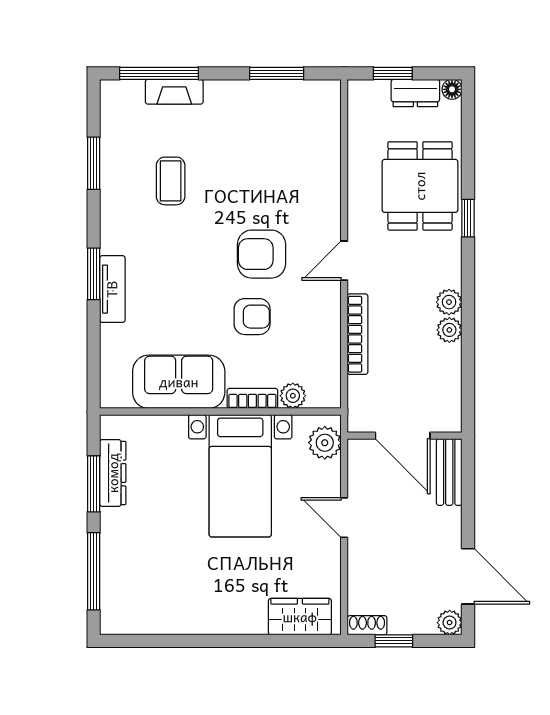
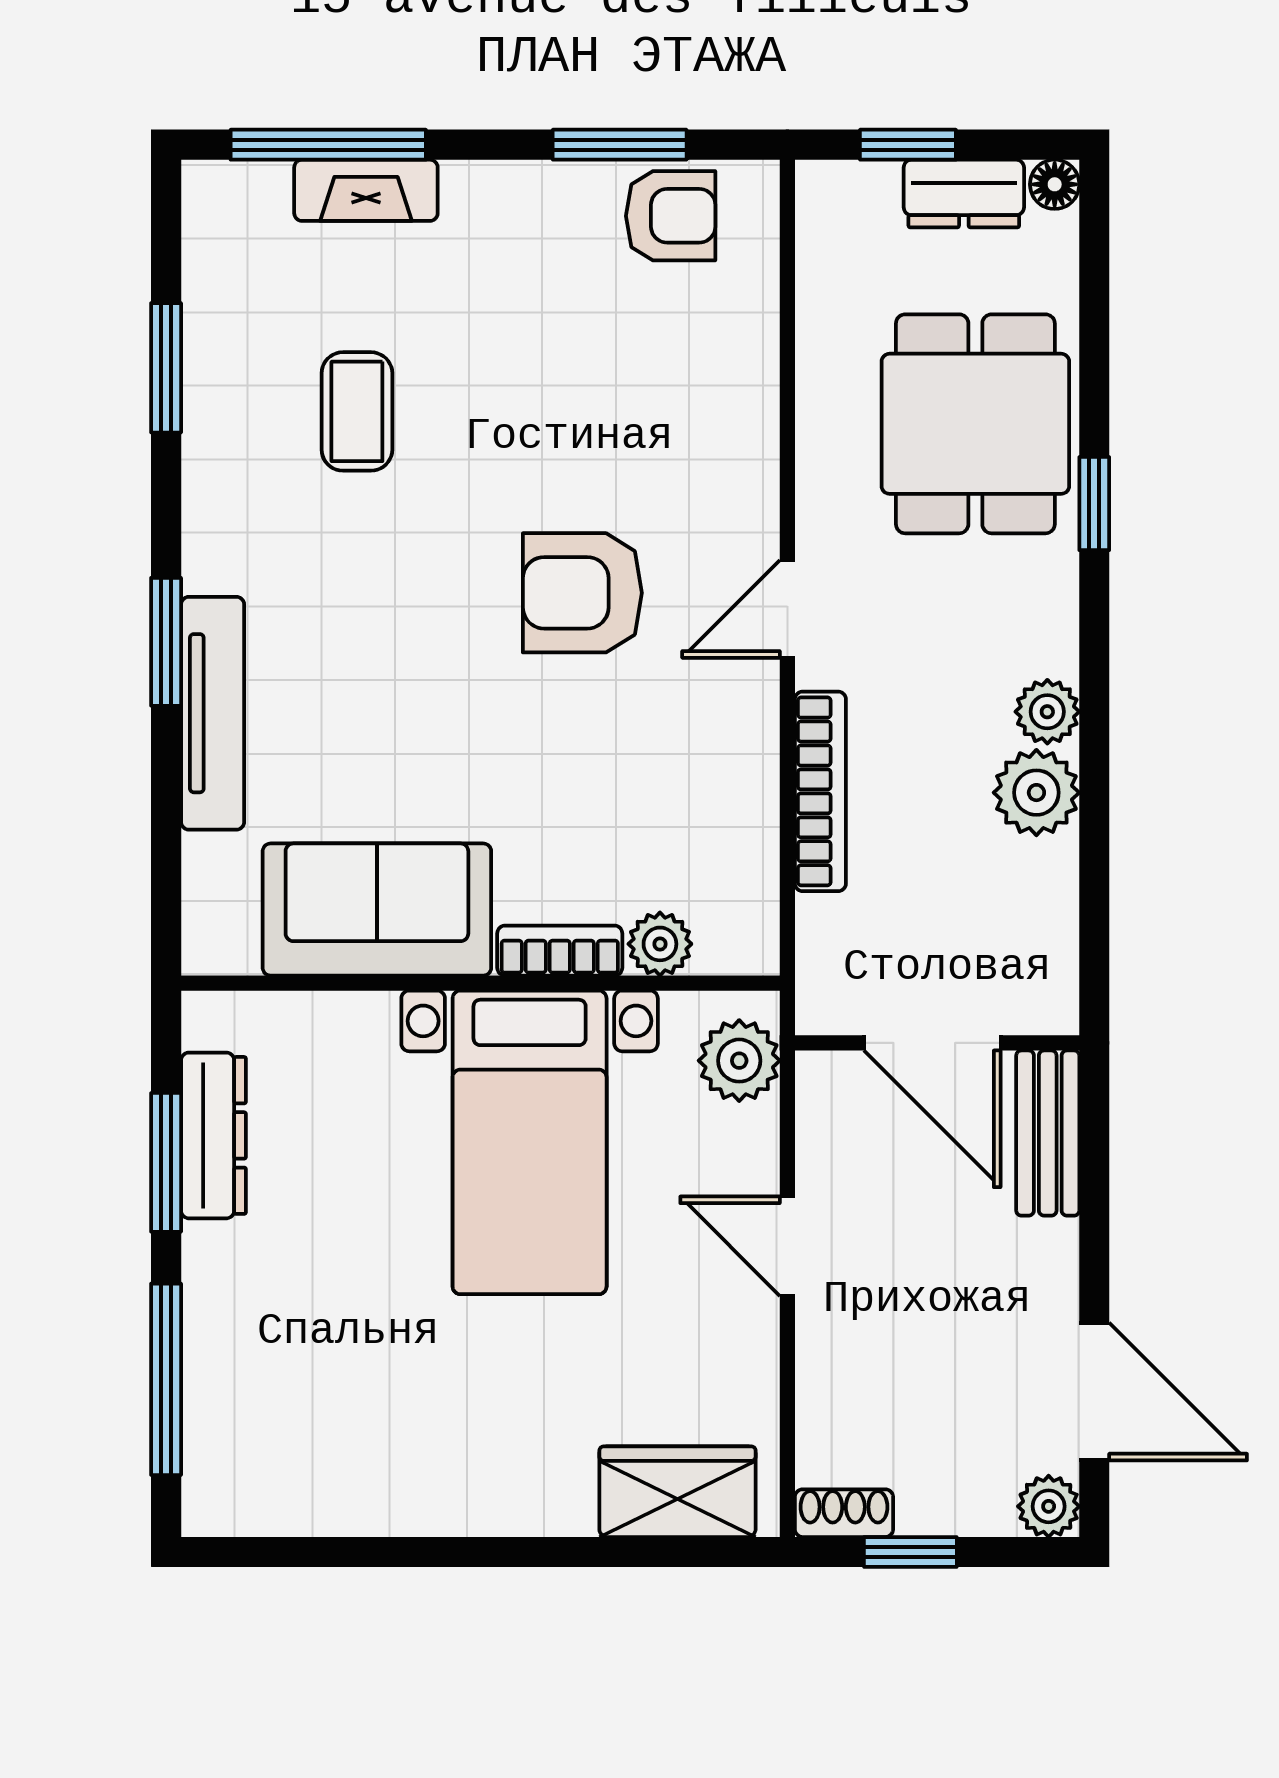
tv unit: (112, 289) -> (213, 713), width x1.41
armchair: (252, 317) -> (671, 216), moved
plant: (449, 330) -> (1036, 793), width x1.38, depth x1.38

